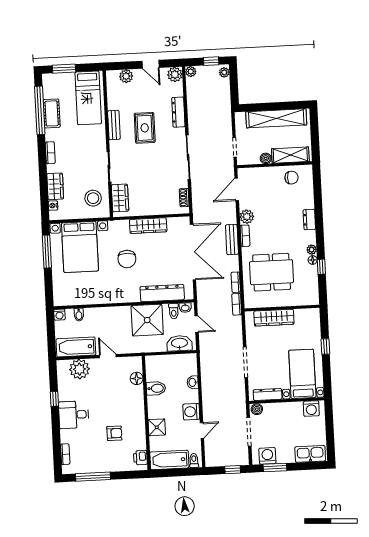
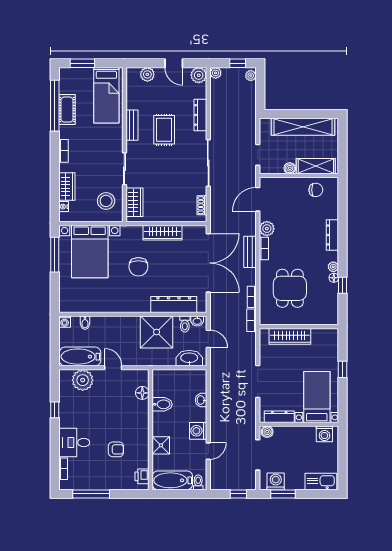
dresser: (309, 220) -> (332, 235), width x1.44
dining table: (272, 272) -> (290, 288), width x0.73
desk: (74, 415) -> (74, 442), moved

